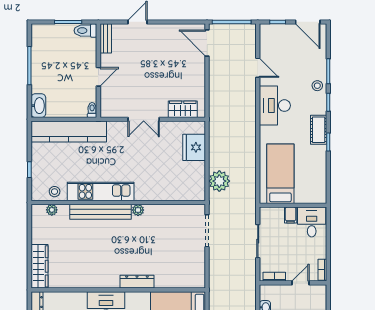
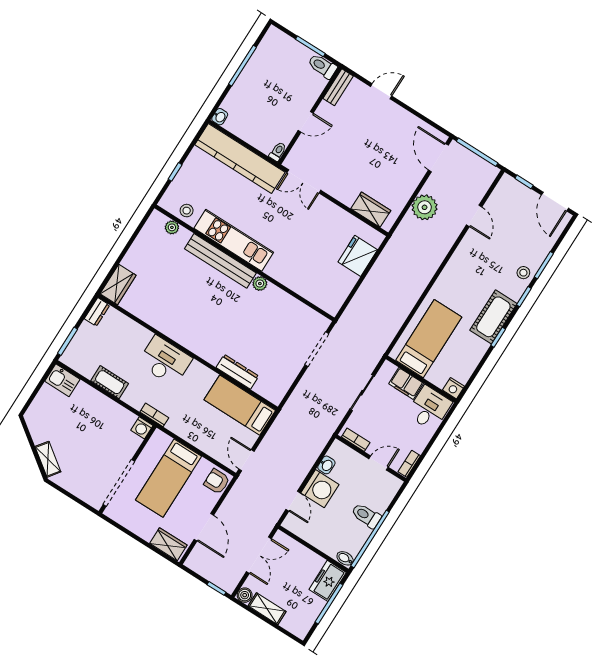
washbasin: (38, 106) -> (220, 117), width x0.52, depth x0.69
desk: (275, 106) -> (467, 265), removed
double door: (144, 119) -> (304, 181), moved
cot: (319, 130) -> (493, 317), width x1.37, depth x1.34
plant: (219, 181) -> (425, 207), moved
nightstand: (320, 197) -> (454, 388), added
filing cabinet: (291, 215) -> (406, 383), width x2.00
wardrobe: (39, 266) -> (118, 285), width x0.67
dresser: (137, 282) -> (237, 372), moved

